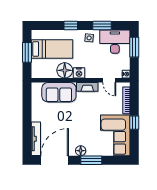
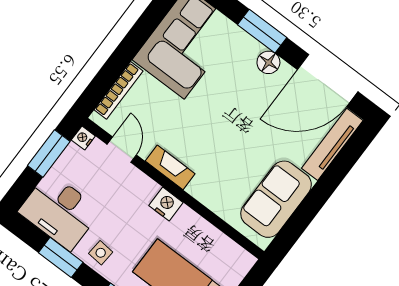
window: (134, 47) -> (49, 154), moved
floor lamp: (65, 70) -> (188, 228), removed
sofa: (59, 92) -> (276, 199), moved, turned -90
window: (134, 123) -> (134, 40), removed

